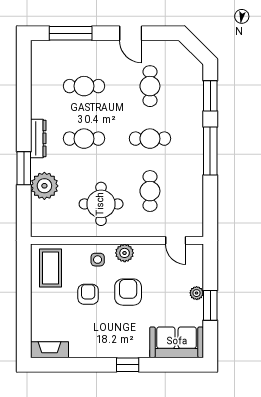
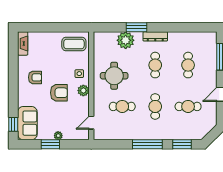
armchair: (88, 294) -> (35, 77), moved
window: (128, 365) -> (13, 124), moved

